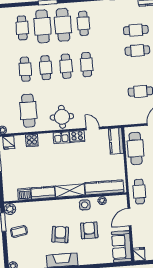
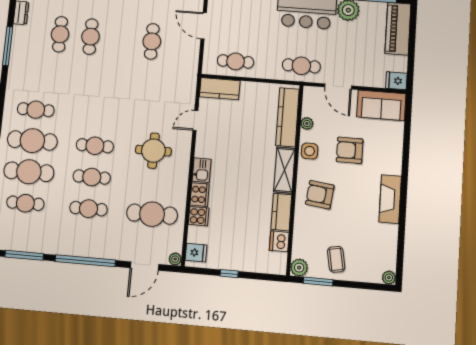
cafe table: (87, 65) -> (98, 115), removed
round table: (62, 117) -> (153, 151), moved
cooker: (77, 137) -> (200, 194), moved
cafe table: (136, 148) -> (236, 61), width x0.73, depth x0.74
armchair: (60, 234) -> (320, 195), moved

